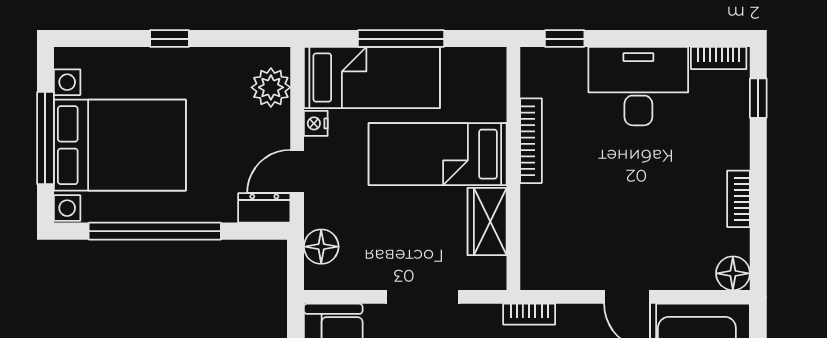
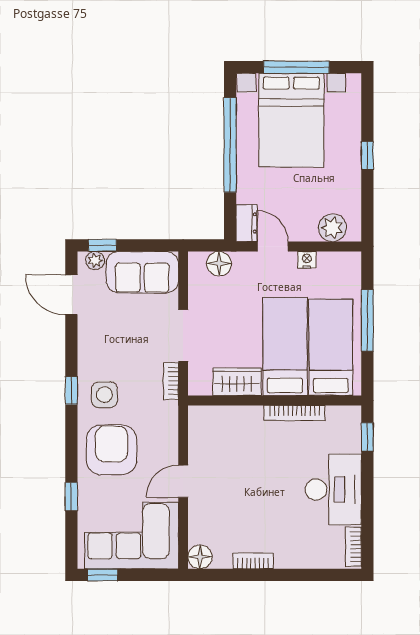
bed: (372, 78) -> (331, 347), moved, turned 180
window: (758, 98) -> (325, 575), removed
bookcase: (529, 314) -> (171, 381), moved

